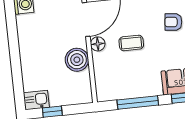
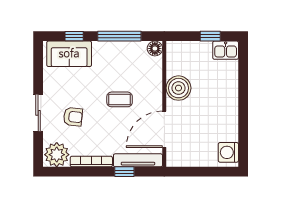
floor lamp: (98, 44) -> (155, 49), moved

